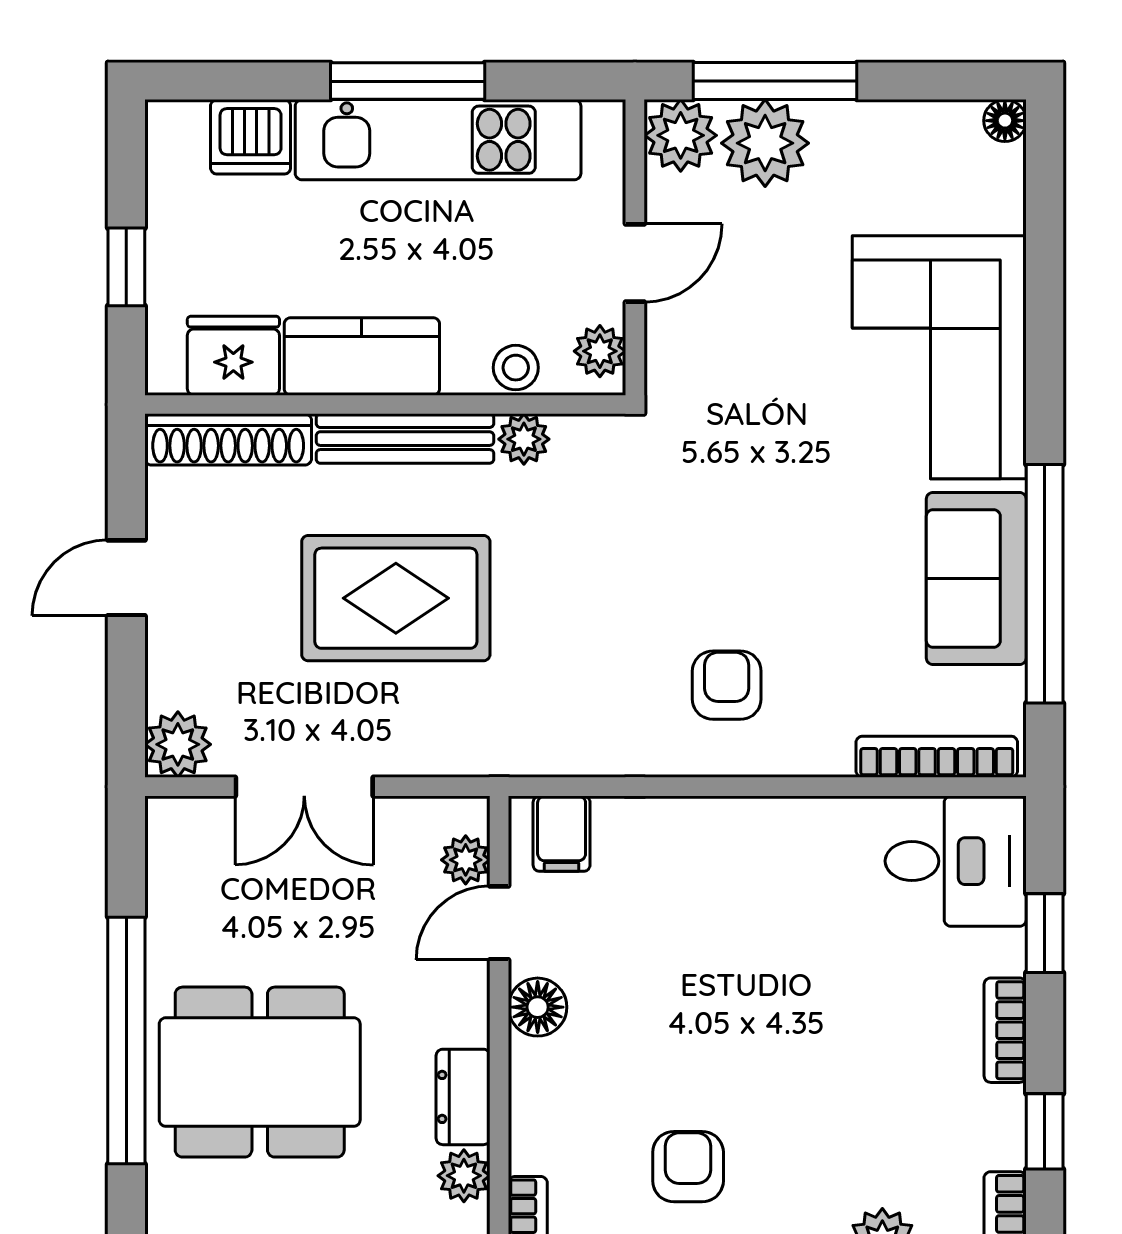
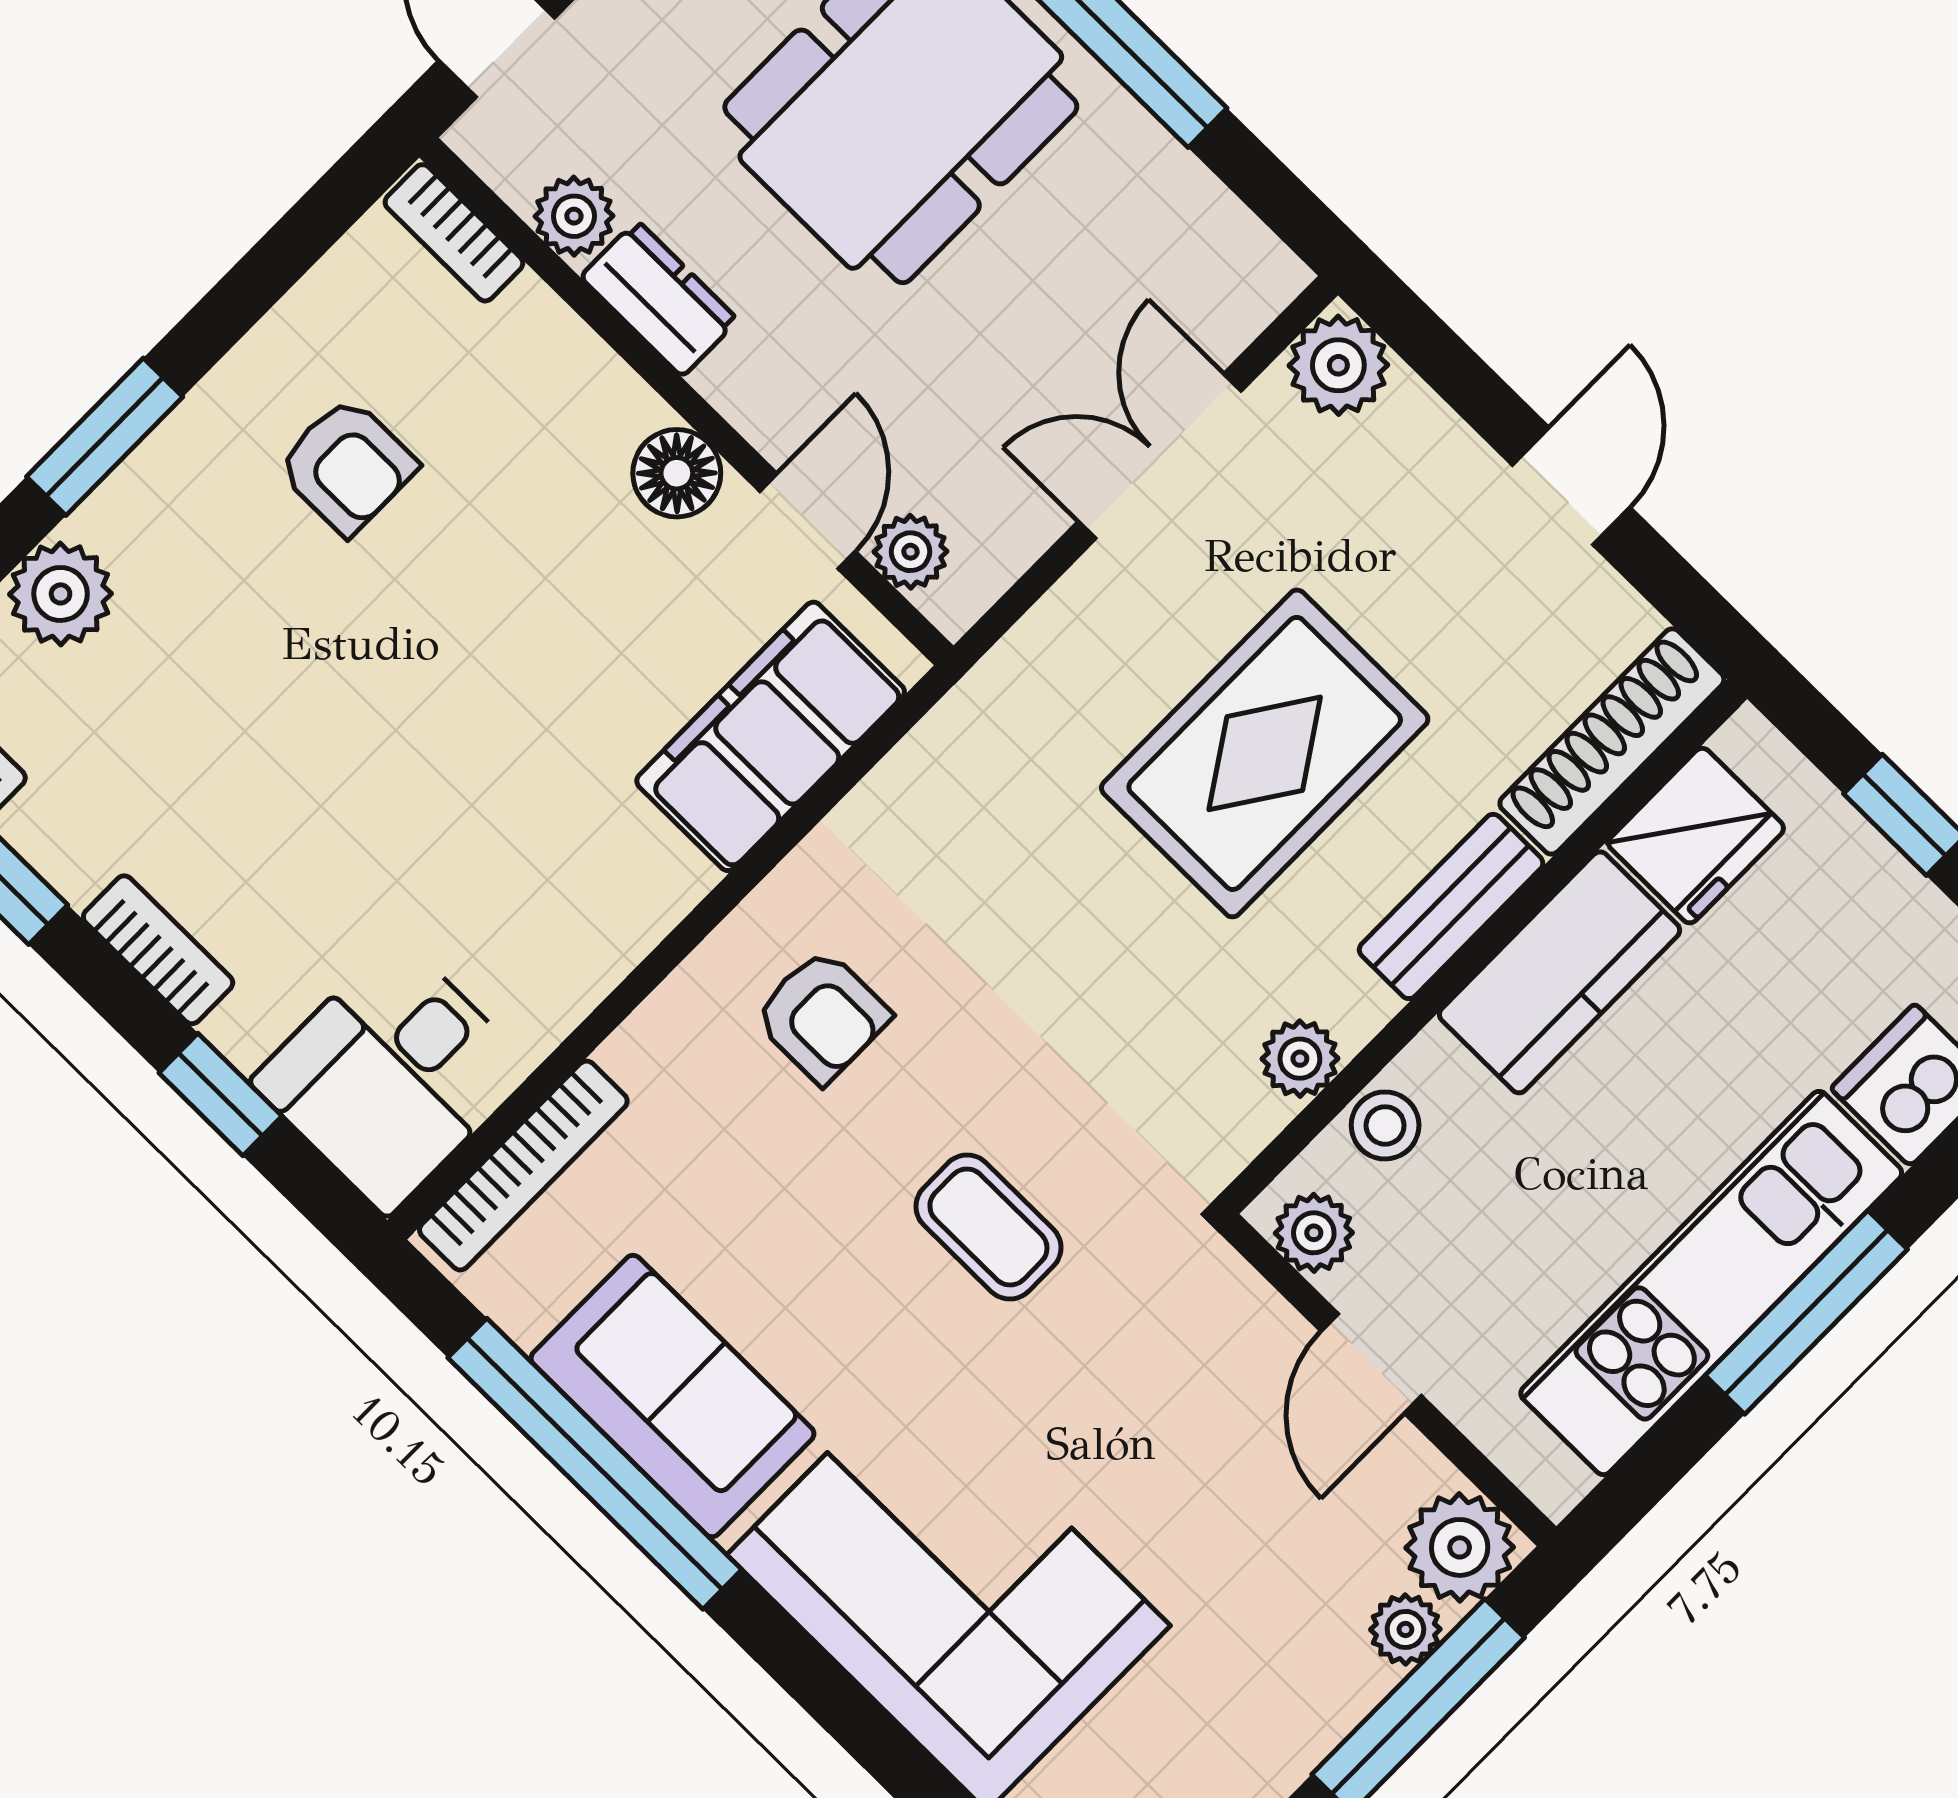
plant: (765, 143) -> (1405, 1629), width x0.53, depth x0.53
bench: (405, 439) -> (1451, 906), width x0.73
coffee table: (749, 508) -> (988, 1227), added
filing cabinet: (562, 834) -> (771, 736), width x3.00, depth x1.17

